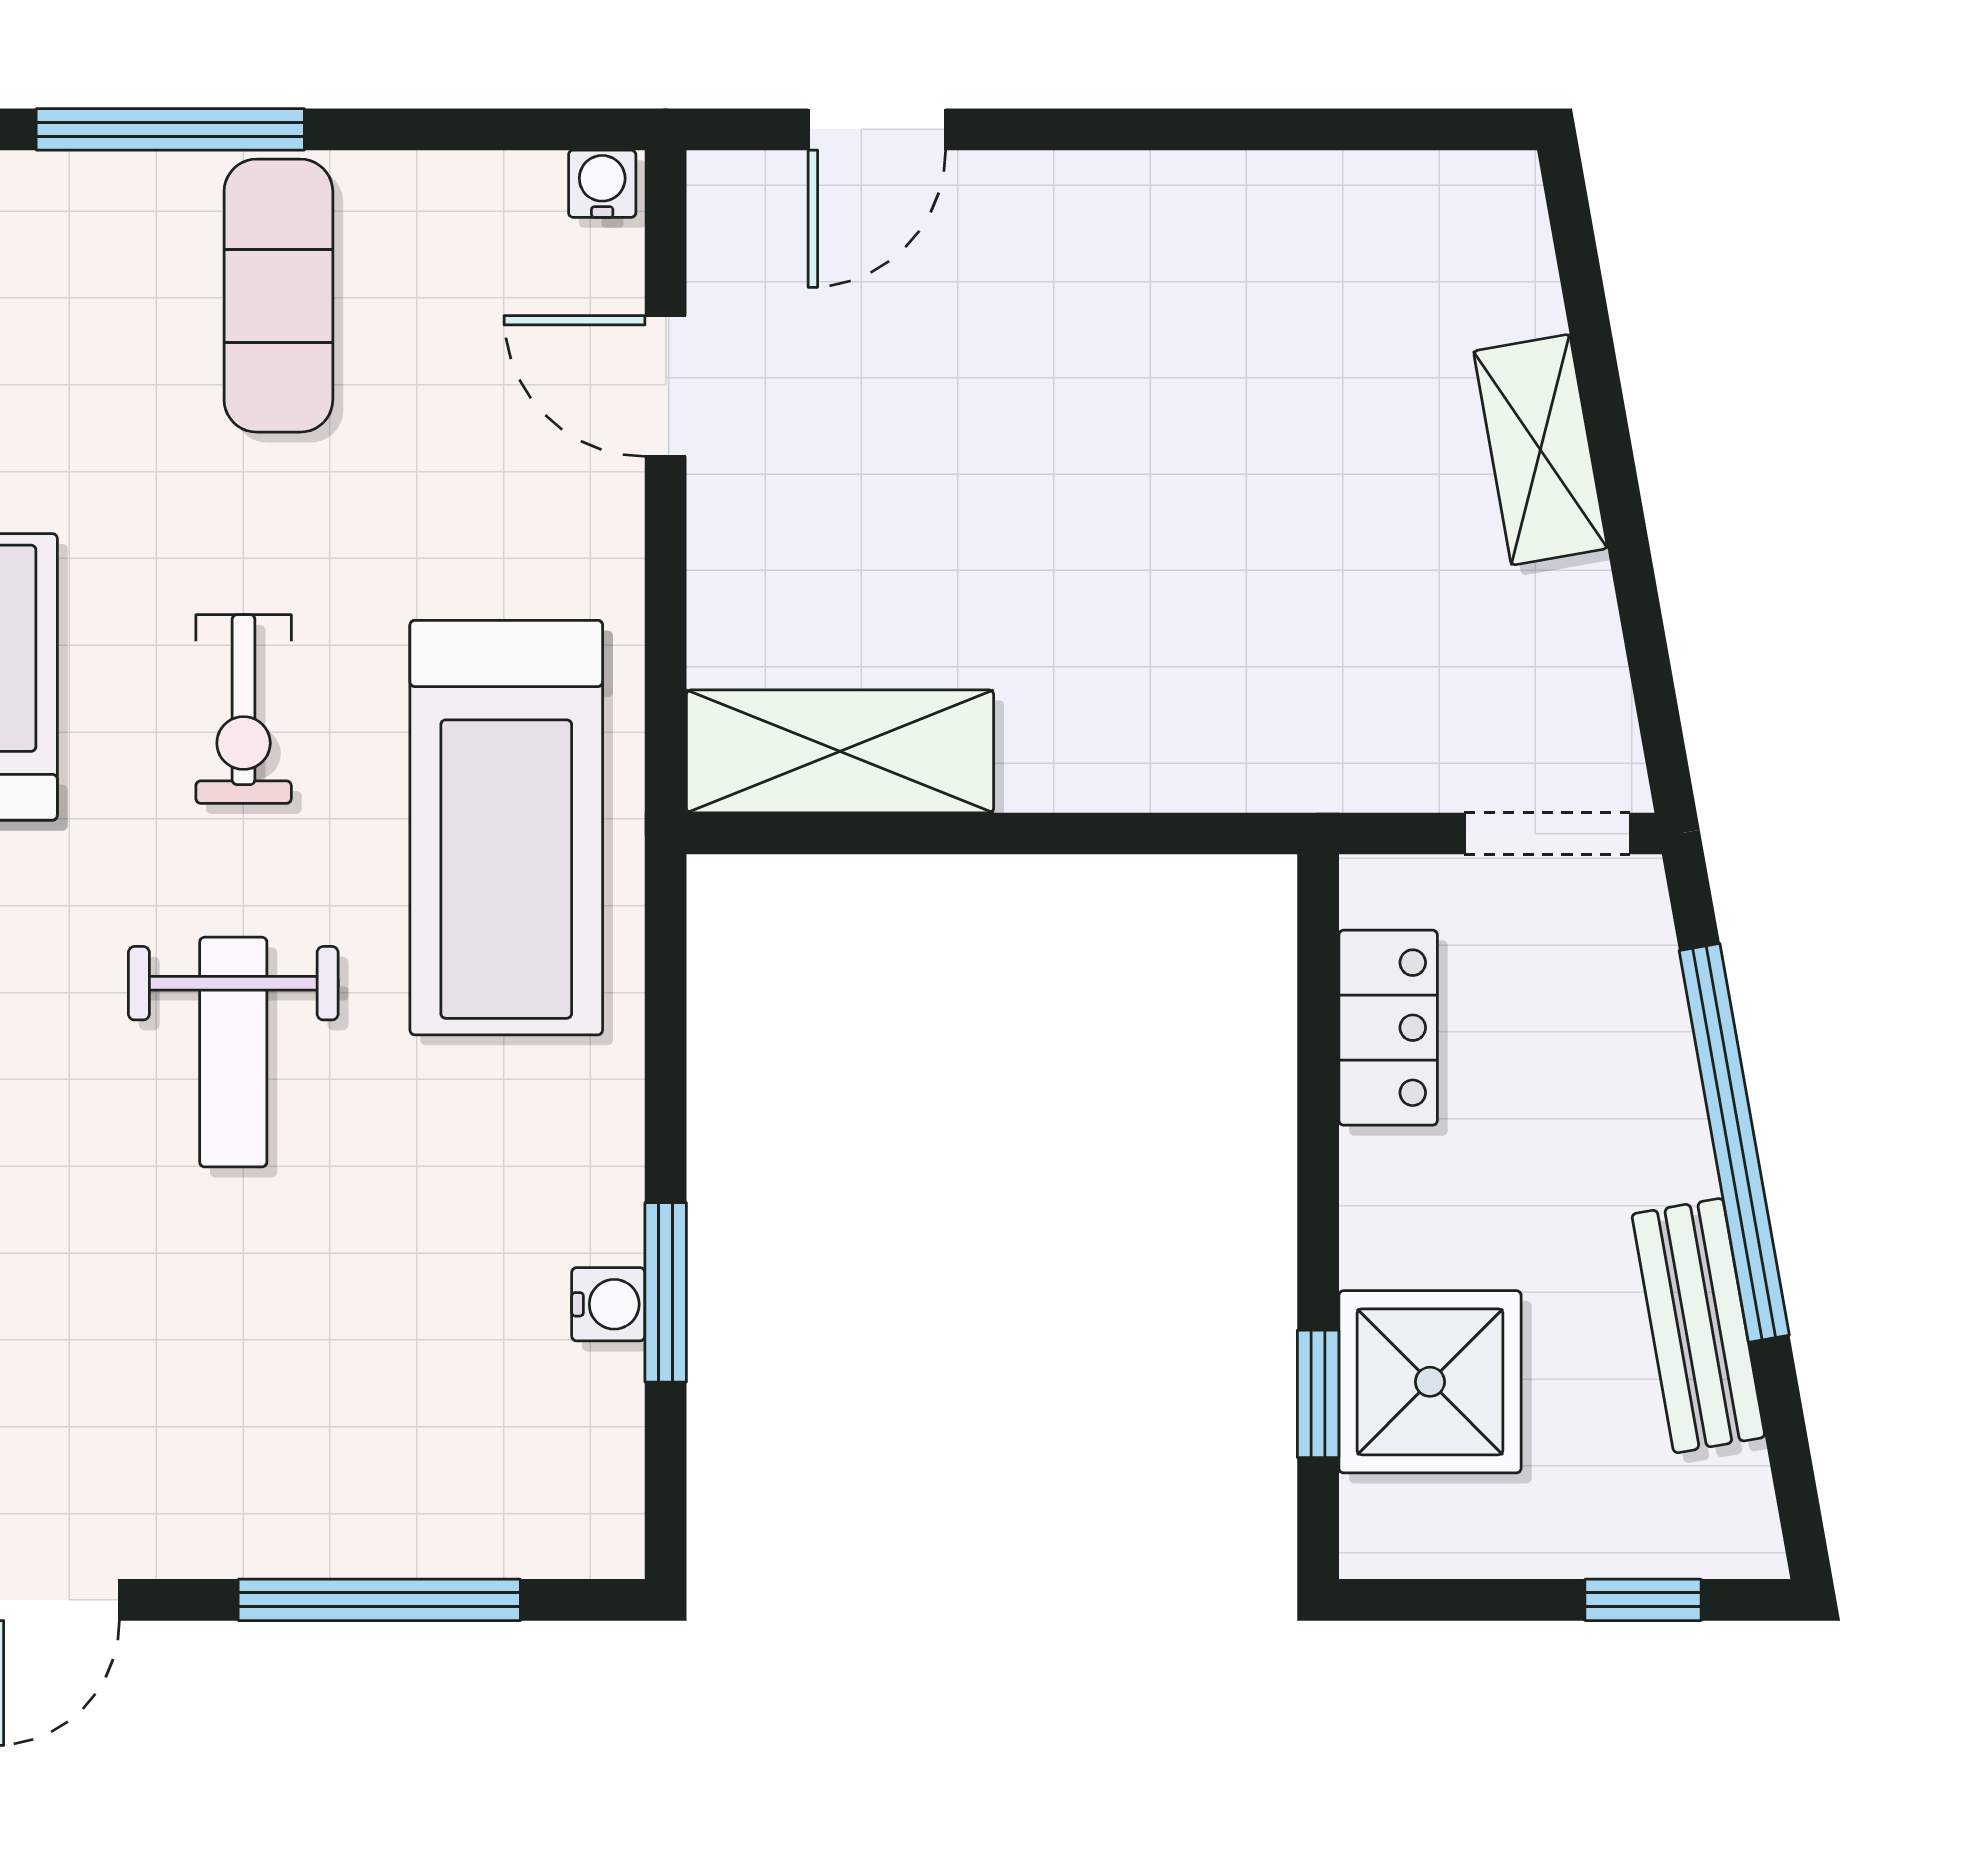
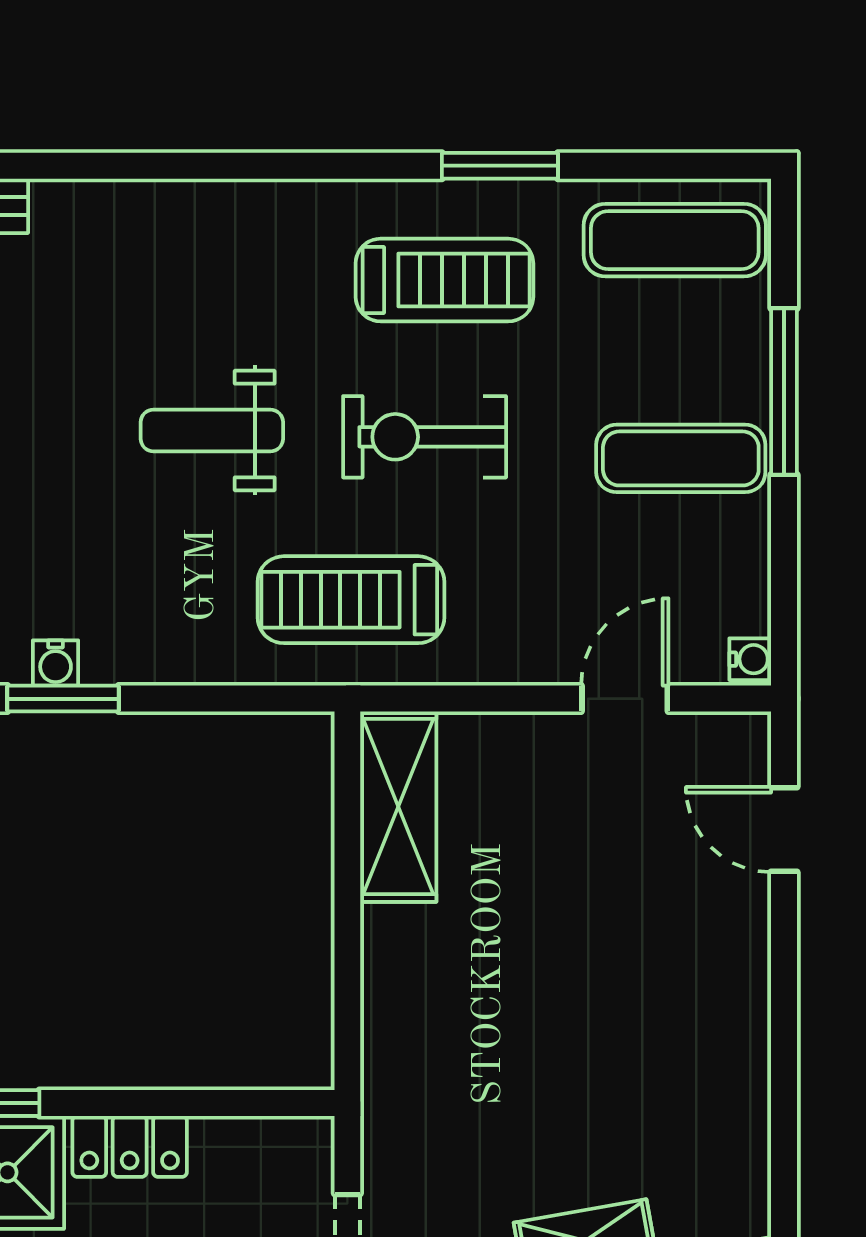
exercise bike: (244, 709) -> (425, 437), width x1.38, depth x1.39
treadmill: (506, 828) -> (351, 600), width x0.73, depth x0.73
locker: (1388, 1028) -> (130, 1146), moved

